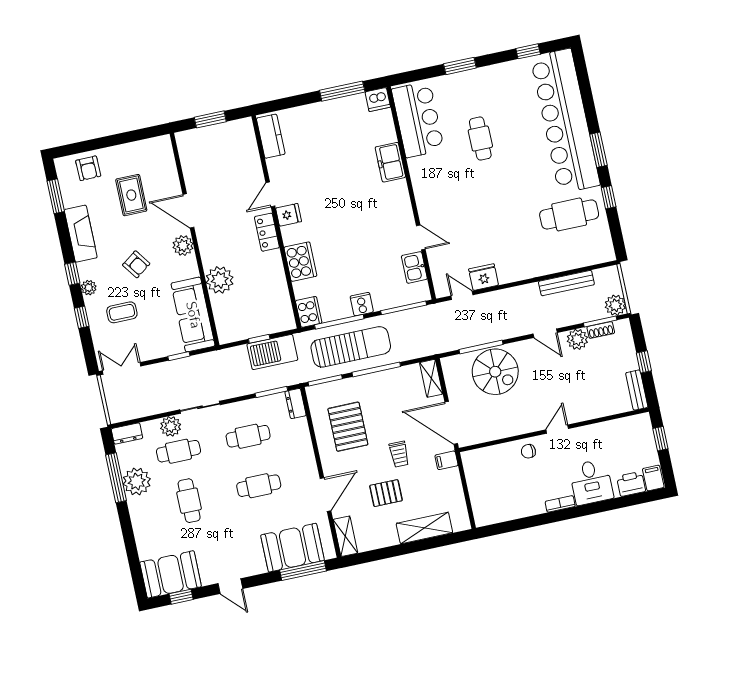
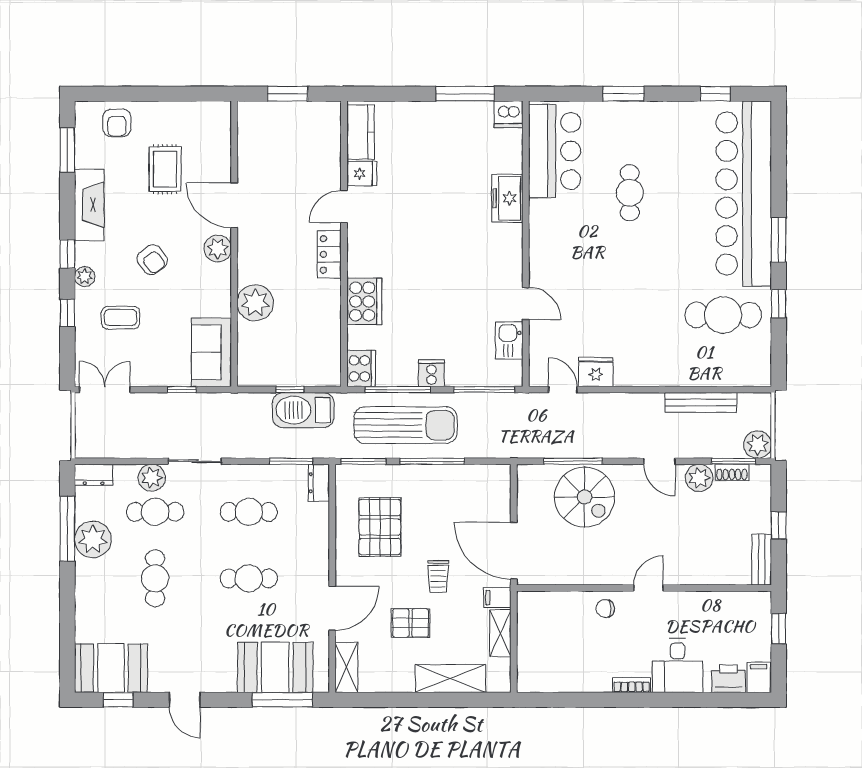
fridge: (289, 215) -> (362, 174), moved
sofa: (193, 315) -> (211, 352), width x0.73
shelving: (431, 378) -> (500, 633), moved

